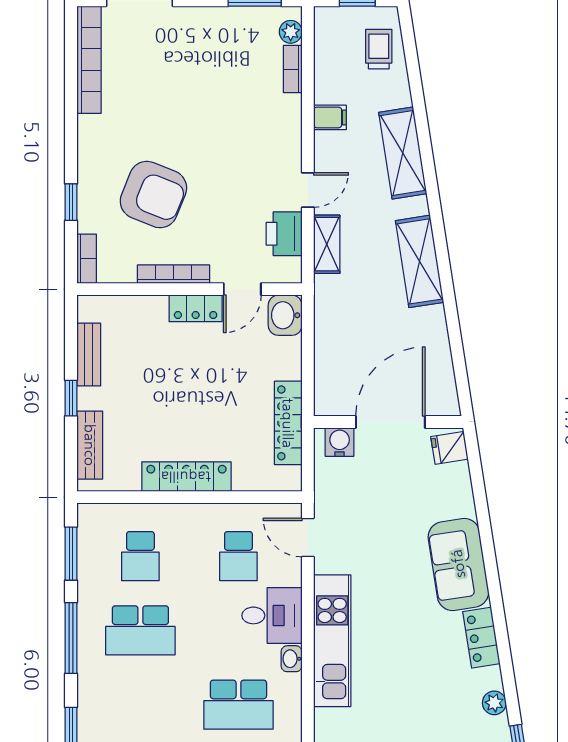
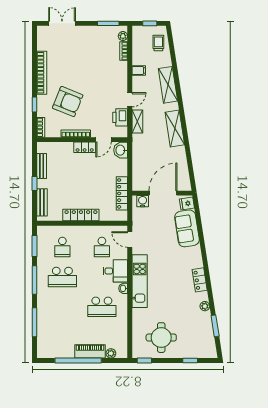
bookcase: (89, 60) -> (42, 73), moved
sofa: (458, 564) -> (187, 228), moved

